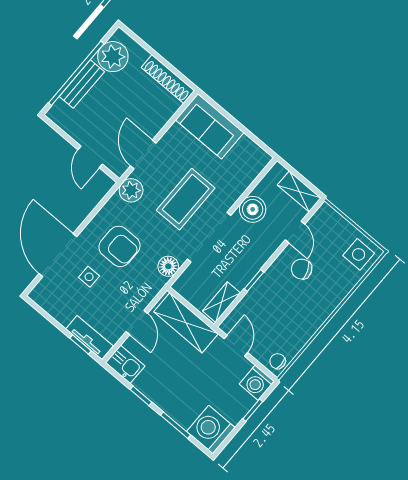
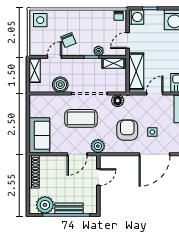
plant: (254, 296) -> (99, 51), added

